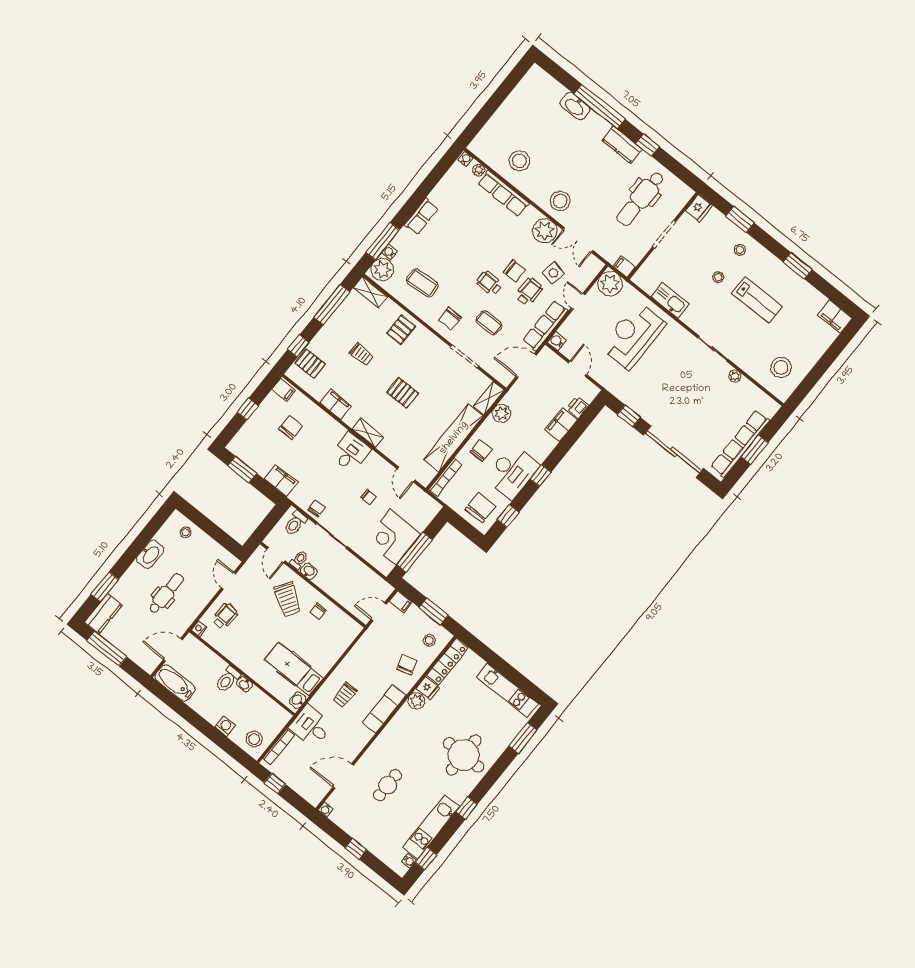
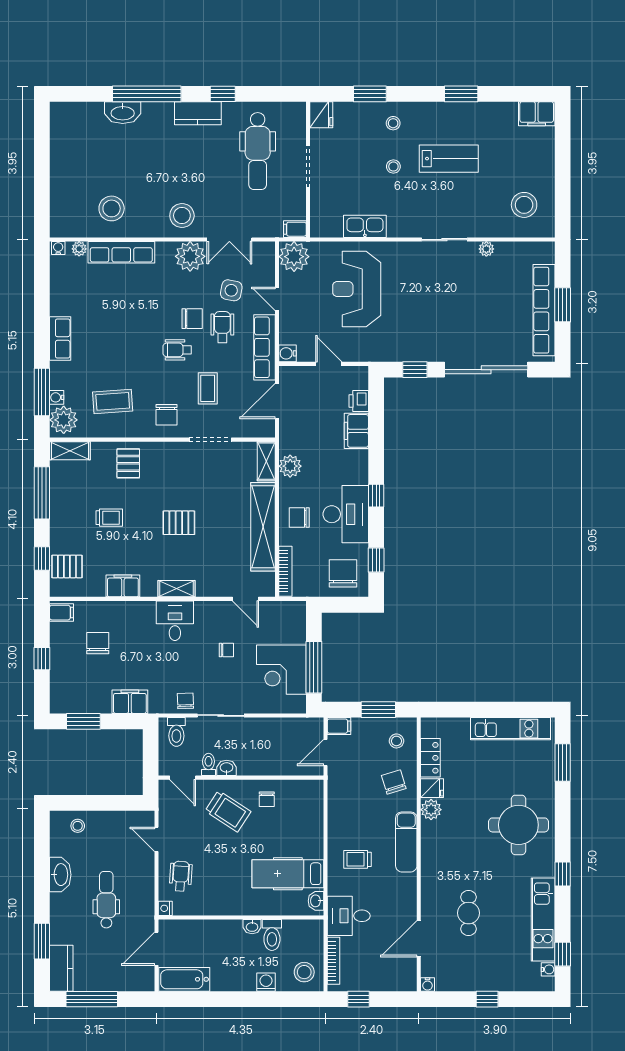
coffee table: (489, 323) -> (208, 388), turned 90
chair: (481, 450) -> (299, 518), turned -90
locker: (447, 662) -> (430, 758), width x0.66
toilet: (228, 679) -> (272, 935), moved
trolley: (345, 695) -> (357, 859), turned 90

